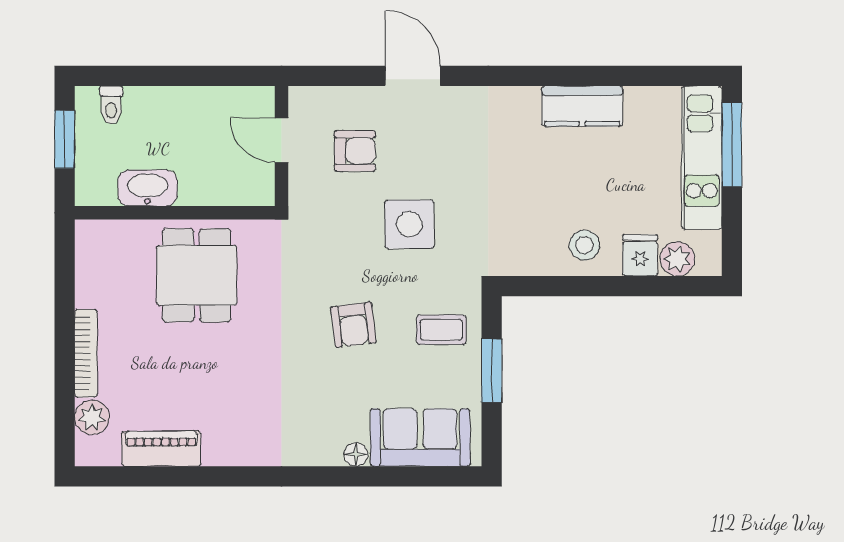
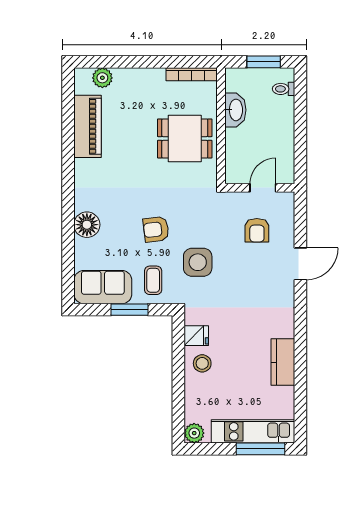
side table: (409, 224) -> (198, 262), moved
fridge: (640, 255) -> (196, 336), moved
plant: (677, 259) -> (194, 433), moved
bookcase: (86, 353) -> (192, 74), moved
sofa: (420, 437) -> (103, 287), moved, turned -90
piano: (161, 449) -> (88, 126), width x1.37, depth x1.33
floor lamp: (356, 455) -> (87, 225), width x1.89, depth x1.89

